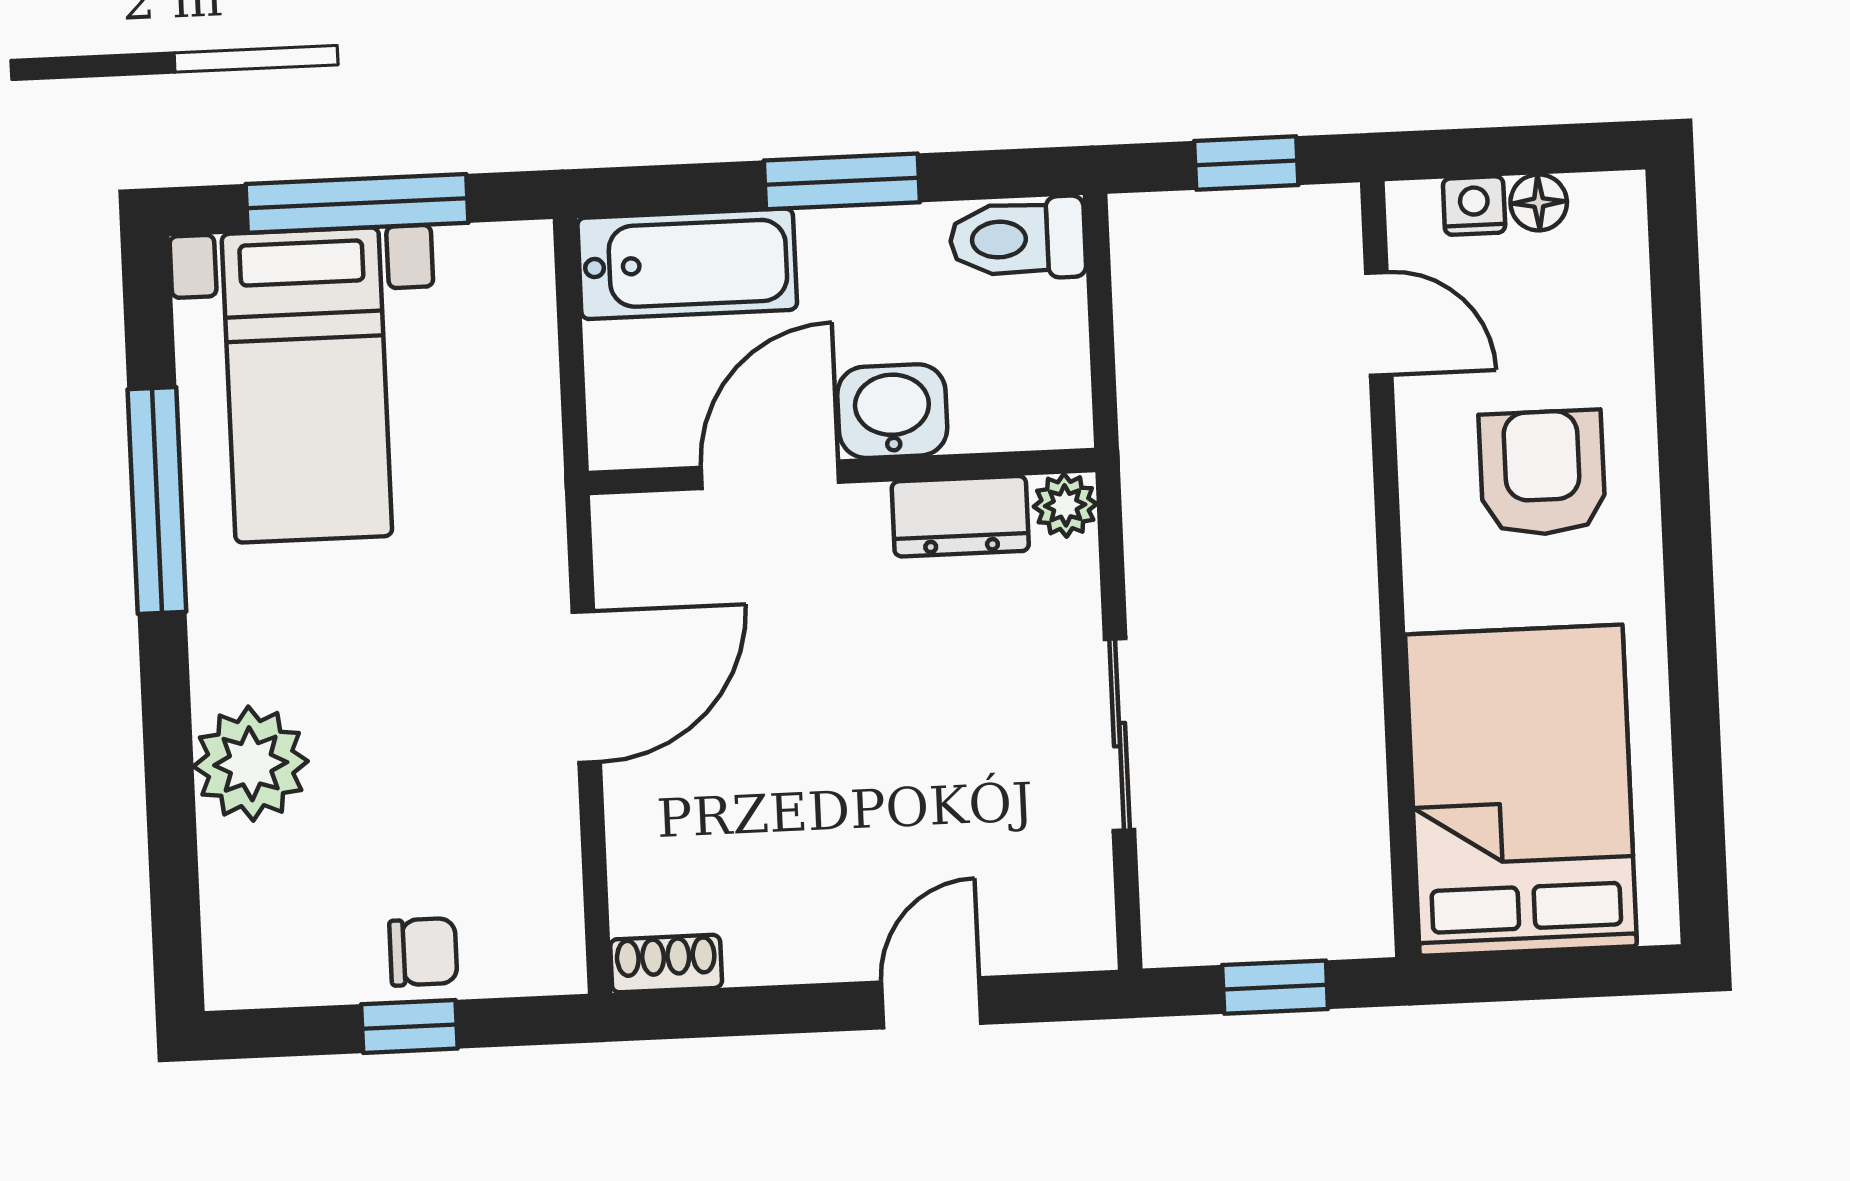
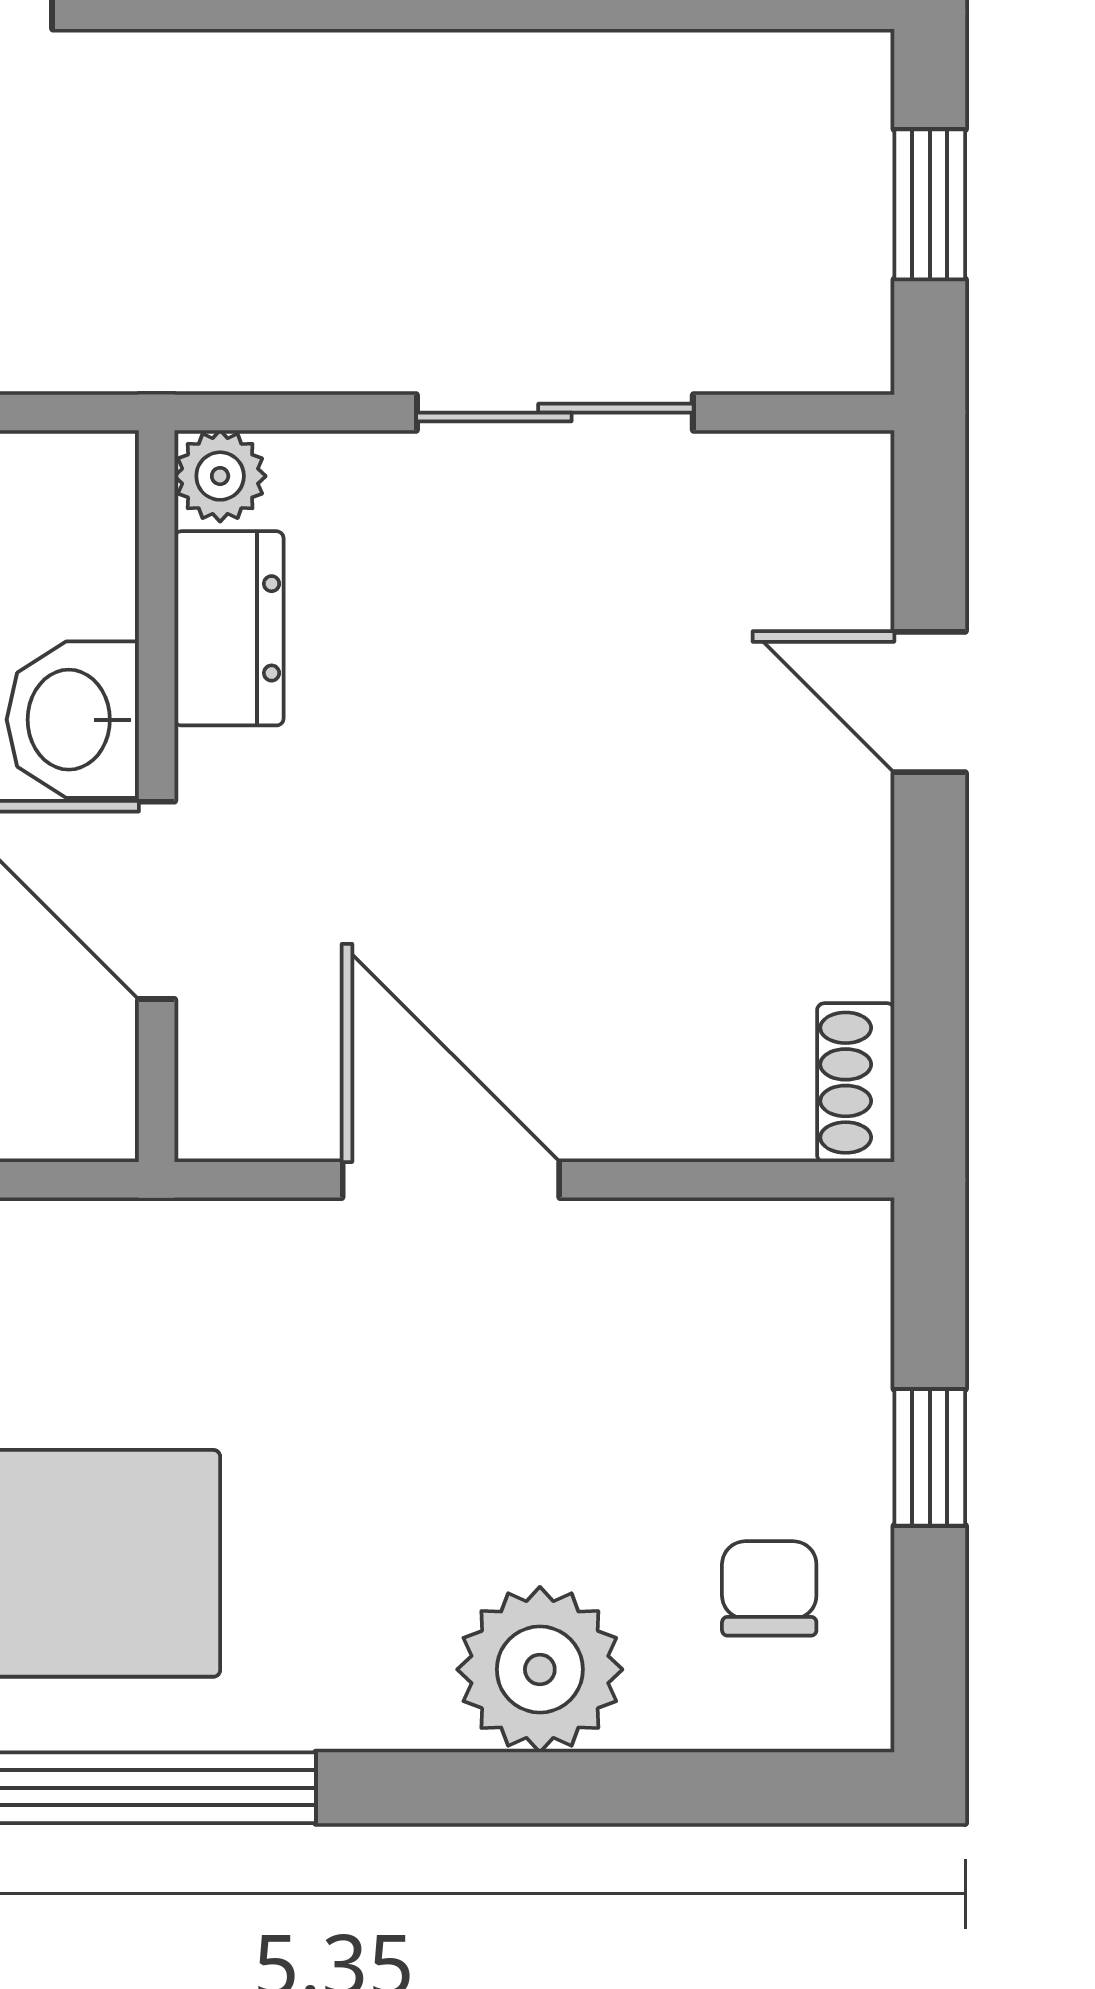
chair: (423, 952) -> (769, 1588), moved

